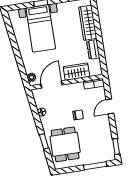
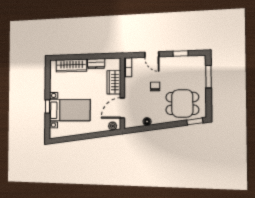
door: (52, 85) -> (122, 108), hinge flipped
window: (44, 141) -> (195, 121), moved
window: (116, 147) -> (181, 54), moved

